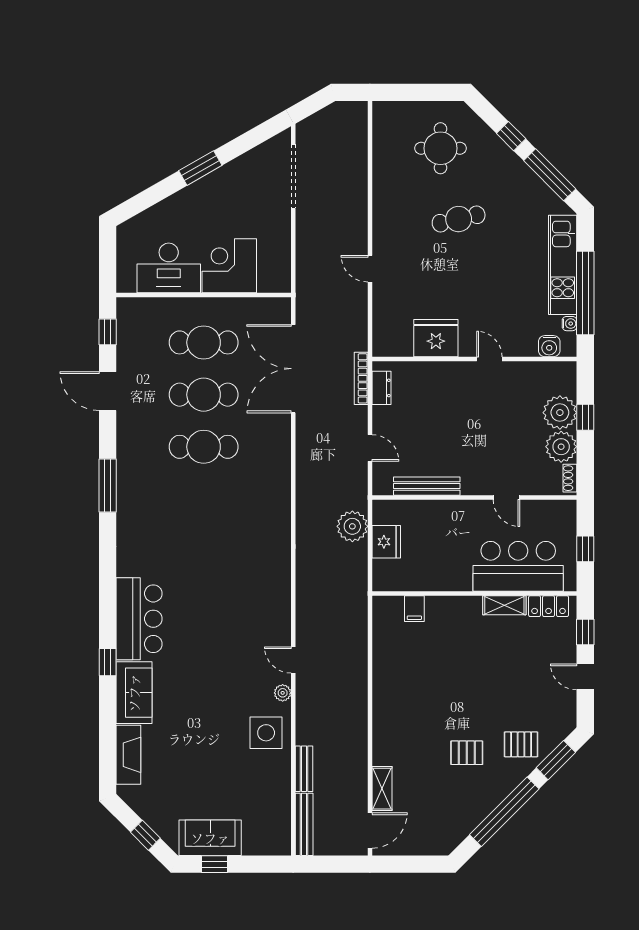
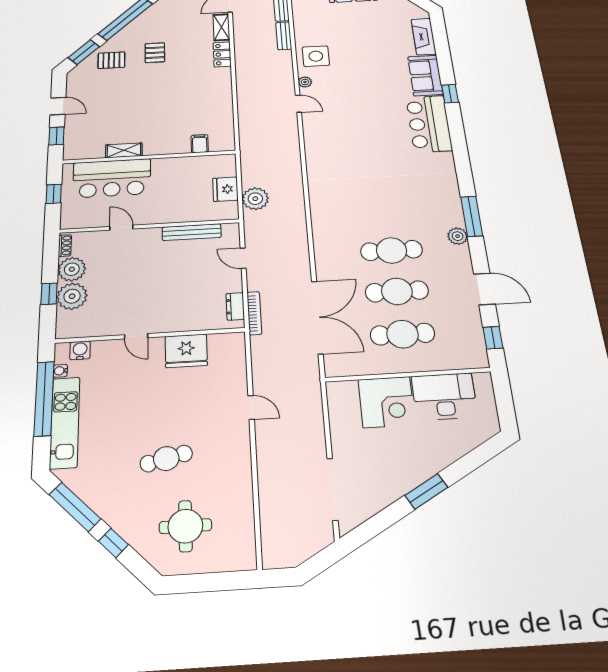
plant: (127, 460) -> (458, 236), added
locker: (549, 606) -> (222, 54), moved, turned -90
pallet: (467, 753) -> (155, 53), turned 90

